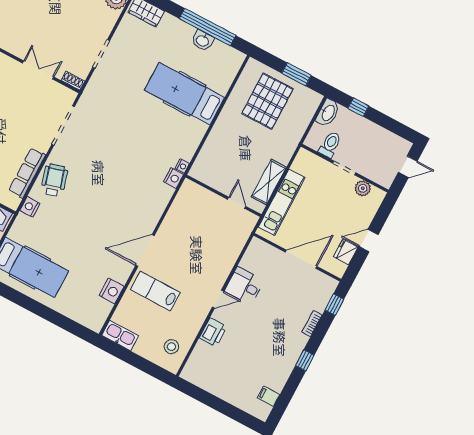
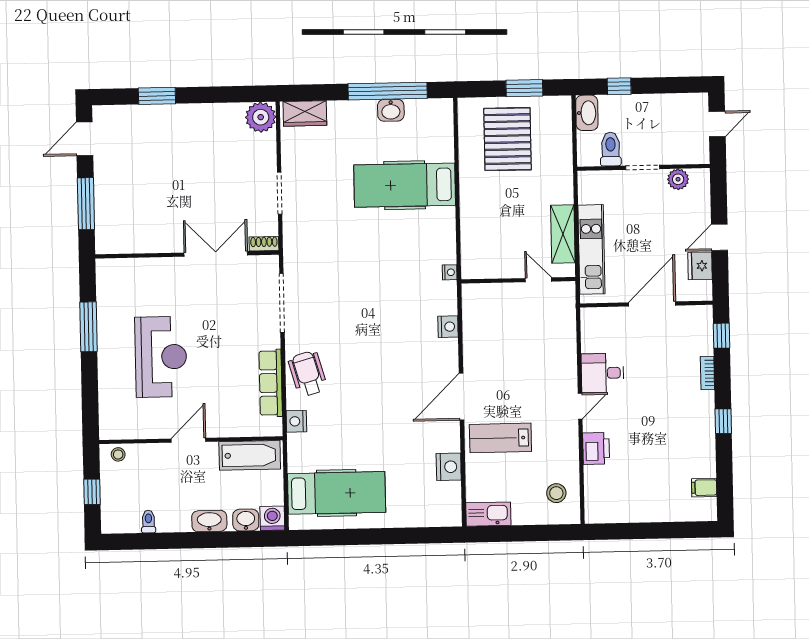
double door: (38, 70) -> (216, 254), width x1.37
nightstand: (174, 178) -> (448, 327), moved

